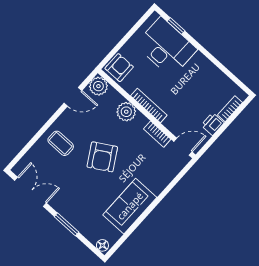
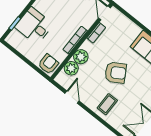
desk: (166, 47) -> (34, 26), width x0.73
armchair: (119, 68) -> (48, 64), turned 90
plant: (98, 86) -> (71, 68), moved

